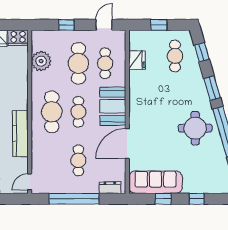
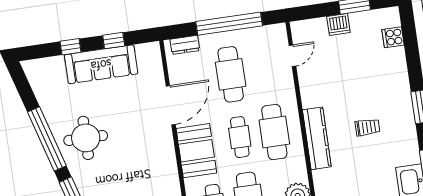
kitchen counter: (20, 134) -> (317, 138), moved
cafe table: (78, 160) -> (231, 74), width x1.37, depth x1.35
door: (30, 182) -> (292, 56), moved
sofa: (156, 182) -> (101, 64), moved

